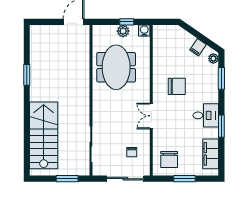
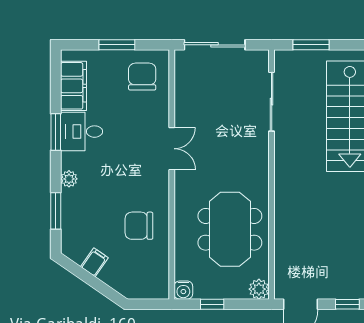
window: (45, 22) -> (347, 304), added
plant: (123, 31) -> (259, 289), moved
plant: (213, 59) -> (69, 179), moved
chair: (177, 86) -> (139, 226), moved
desk: (206, 115) -> (82, 132), moved
chair: (132, 152) -> (204, 89), removed

